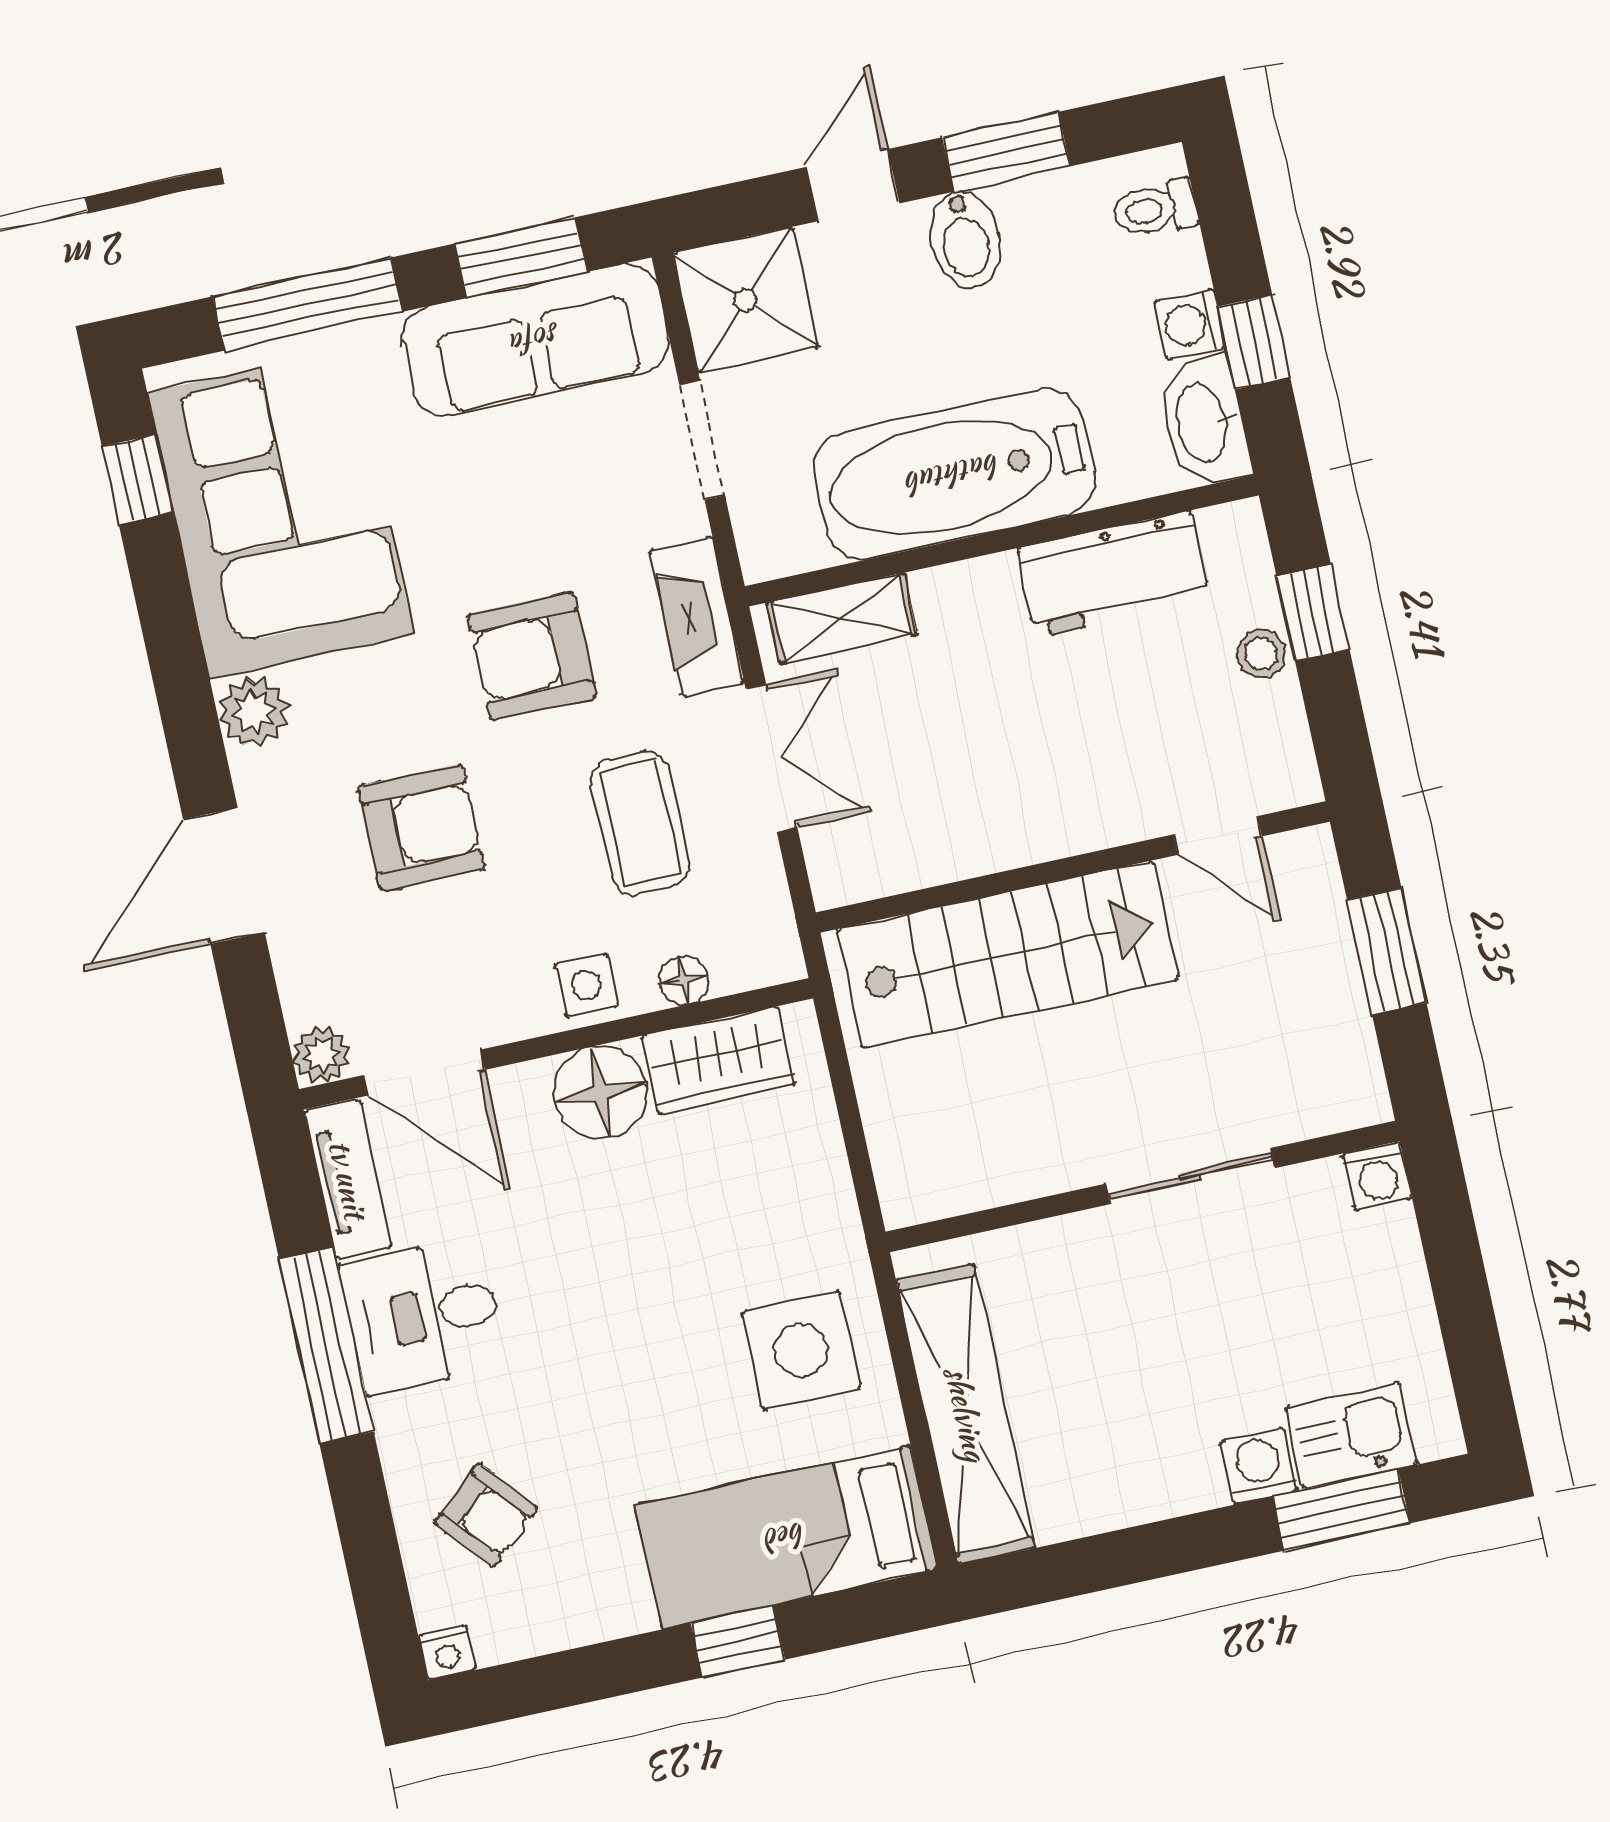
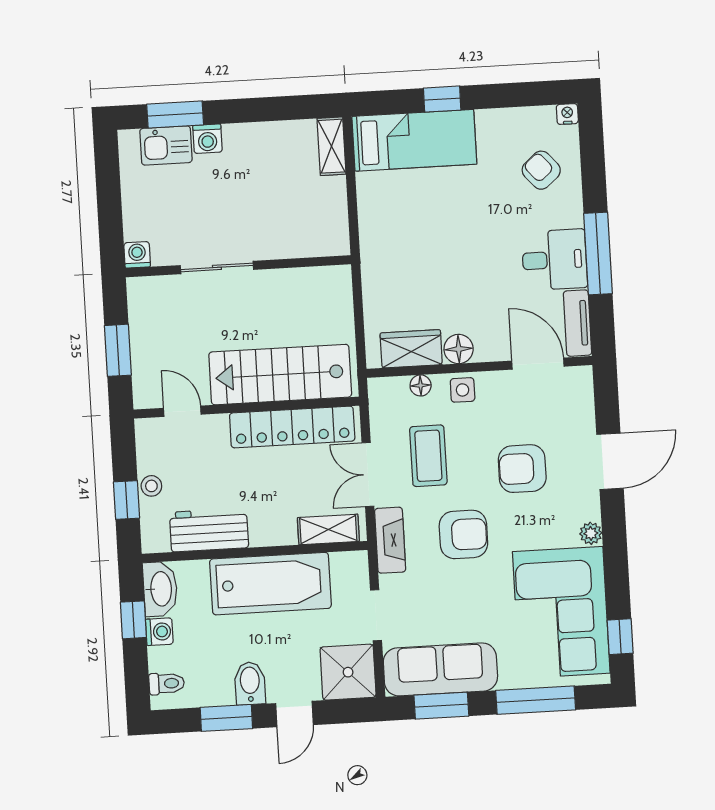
plant: (253, 712) -> (591, 533), width x0.73, depth x0.73
locker: (961, 839) -> (292, 427), added
plant: (321, 1055) -> (581, 378), removed
floor lamp: (600, 1092) -> (459, 349), width x0.73, depth x0.73
side table: (801, 1350) -> (395, 219), removed
shelving: (966, 1414) -> (332, 146), width x0.45, depth x0.75

